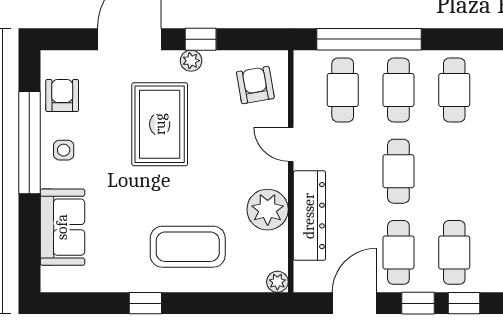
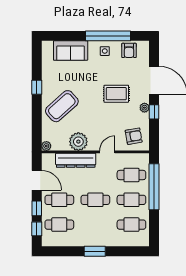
armchair: (62, 96) -> (129, 50), turned 90
rug: (160, 124) -> (116, 94), width x0.73, depth x0.70
coffee table: (188, 247) -> (62, 106), turned 48

